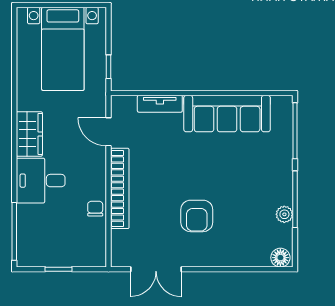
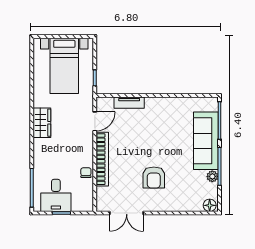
sofa: (227, 114) -> (206, 141), moved, turned 90
door: (109, 132) -> (95, 121), swing flipped
desk: (41, 181) -> (56, 195), moved, turned -90

